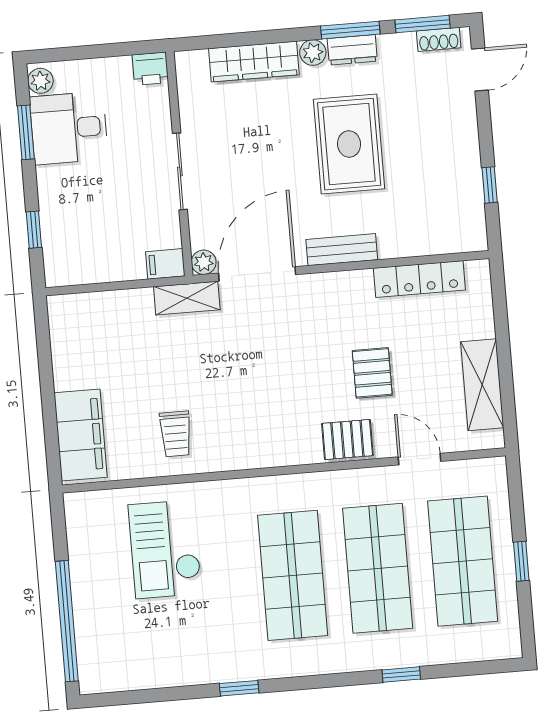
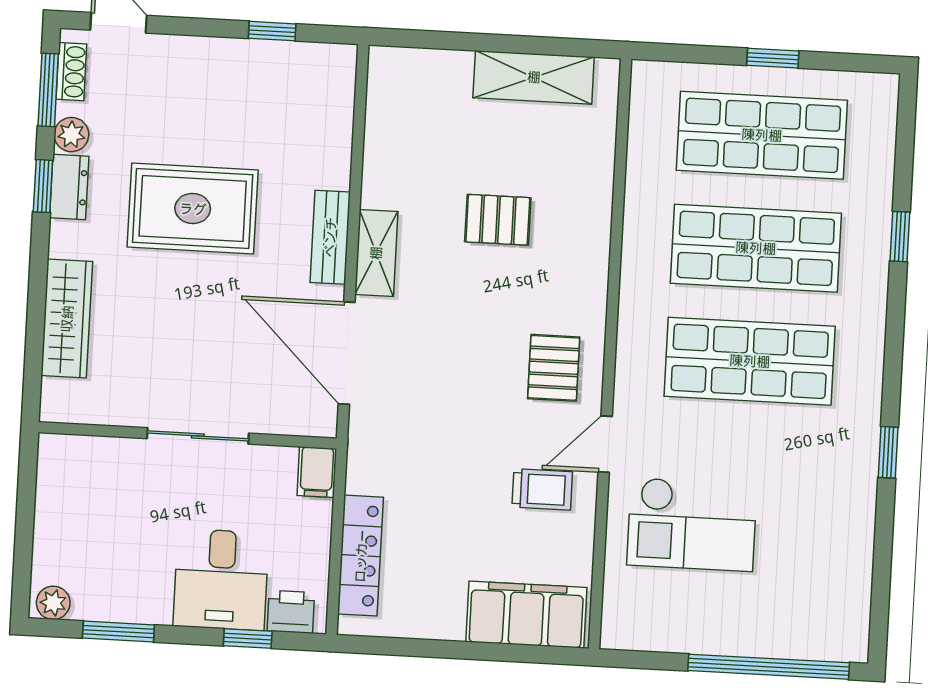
window: (350, 30) -> (43, 186), width x0.67
plant: (313, 53) -> (71, 135), moved
printer: (150, 69) -> (291, 612), moved, turned -90
desk: (69, 128) -> (221, 580), moved
plant: (204, 262) -> (322, 421), removed
locker: (419, 279) -> (361, 556), moved
shelving: (187, 298) -> (376, 253), moved
pallet: (347, 440) -> (554, 368), moved
door: (419, 459) -> (605, 444), moved

